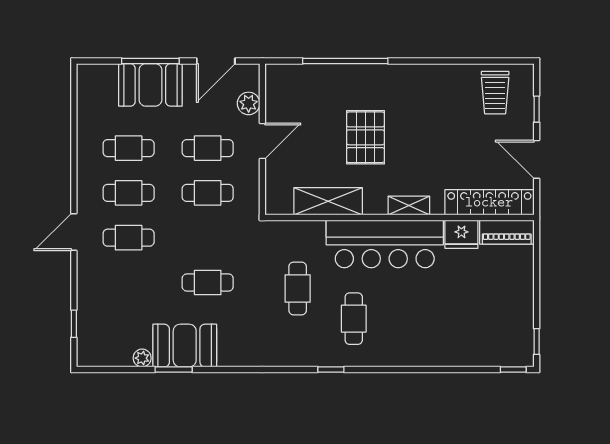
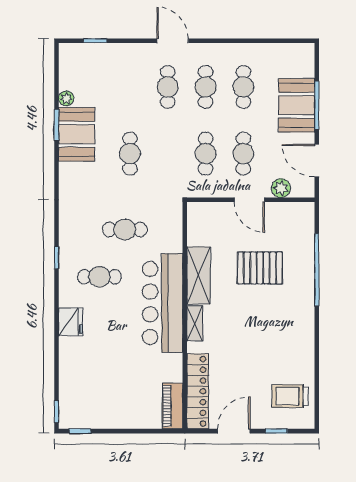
pallet: (365, 137) -> (260, 268), moved
shelving: (328, 201) -> (198, 276), moved
fridge: (461, 234) -> (71, 322), moved, turned 180

